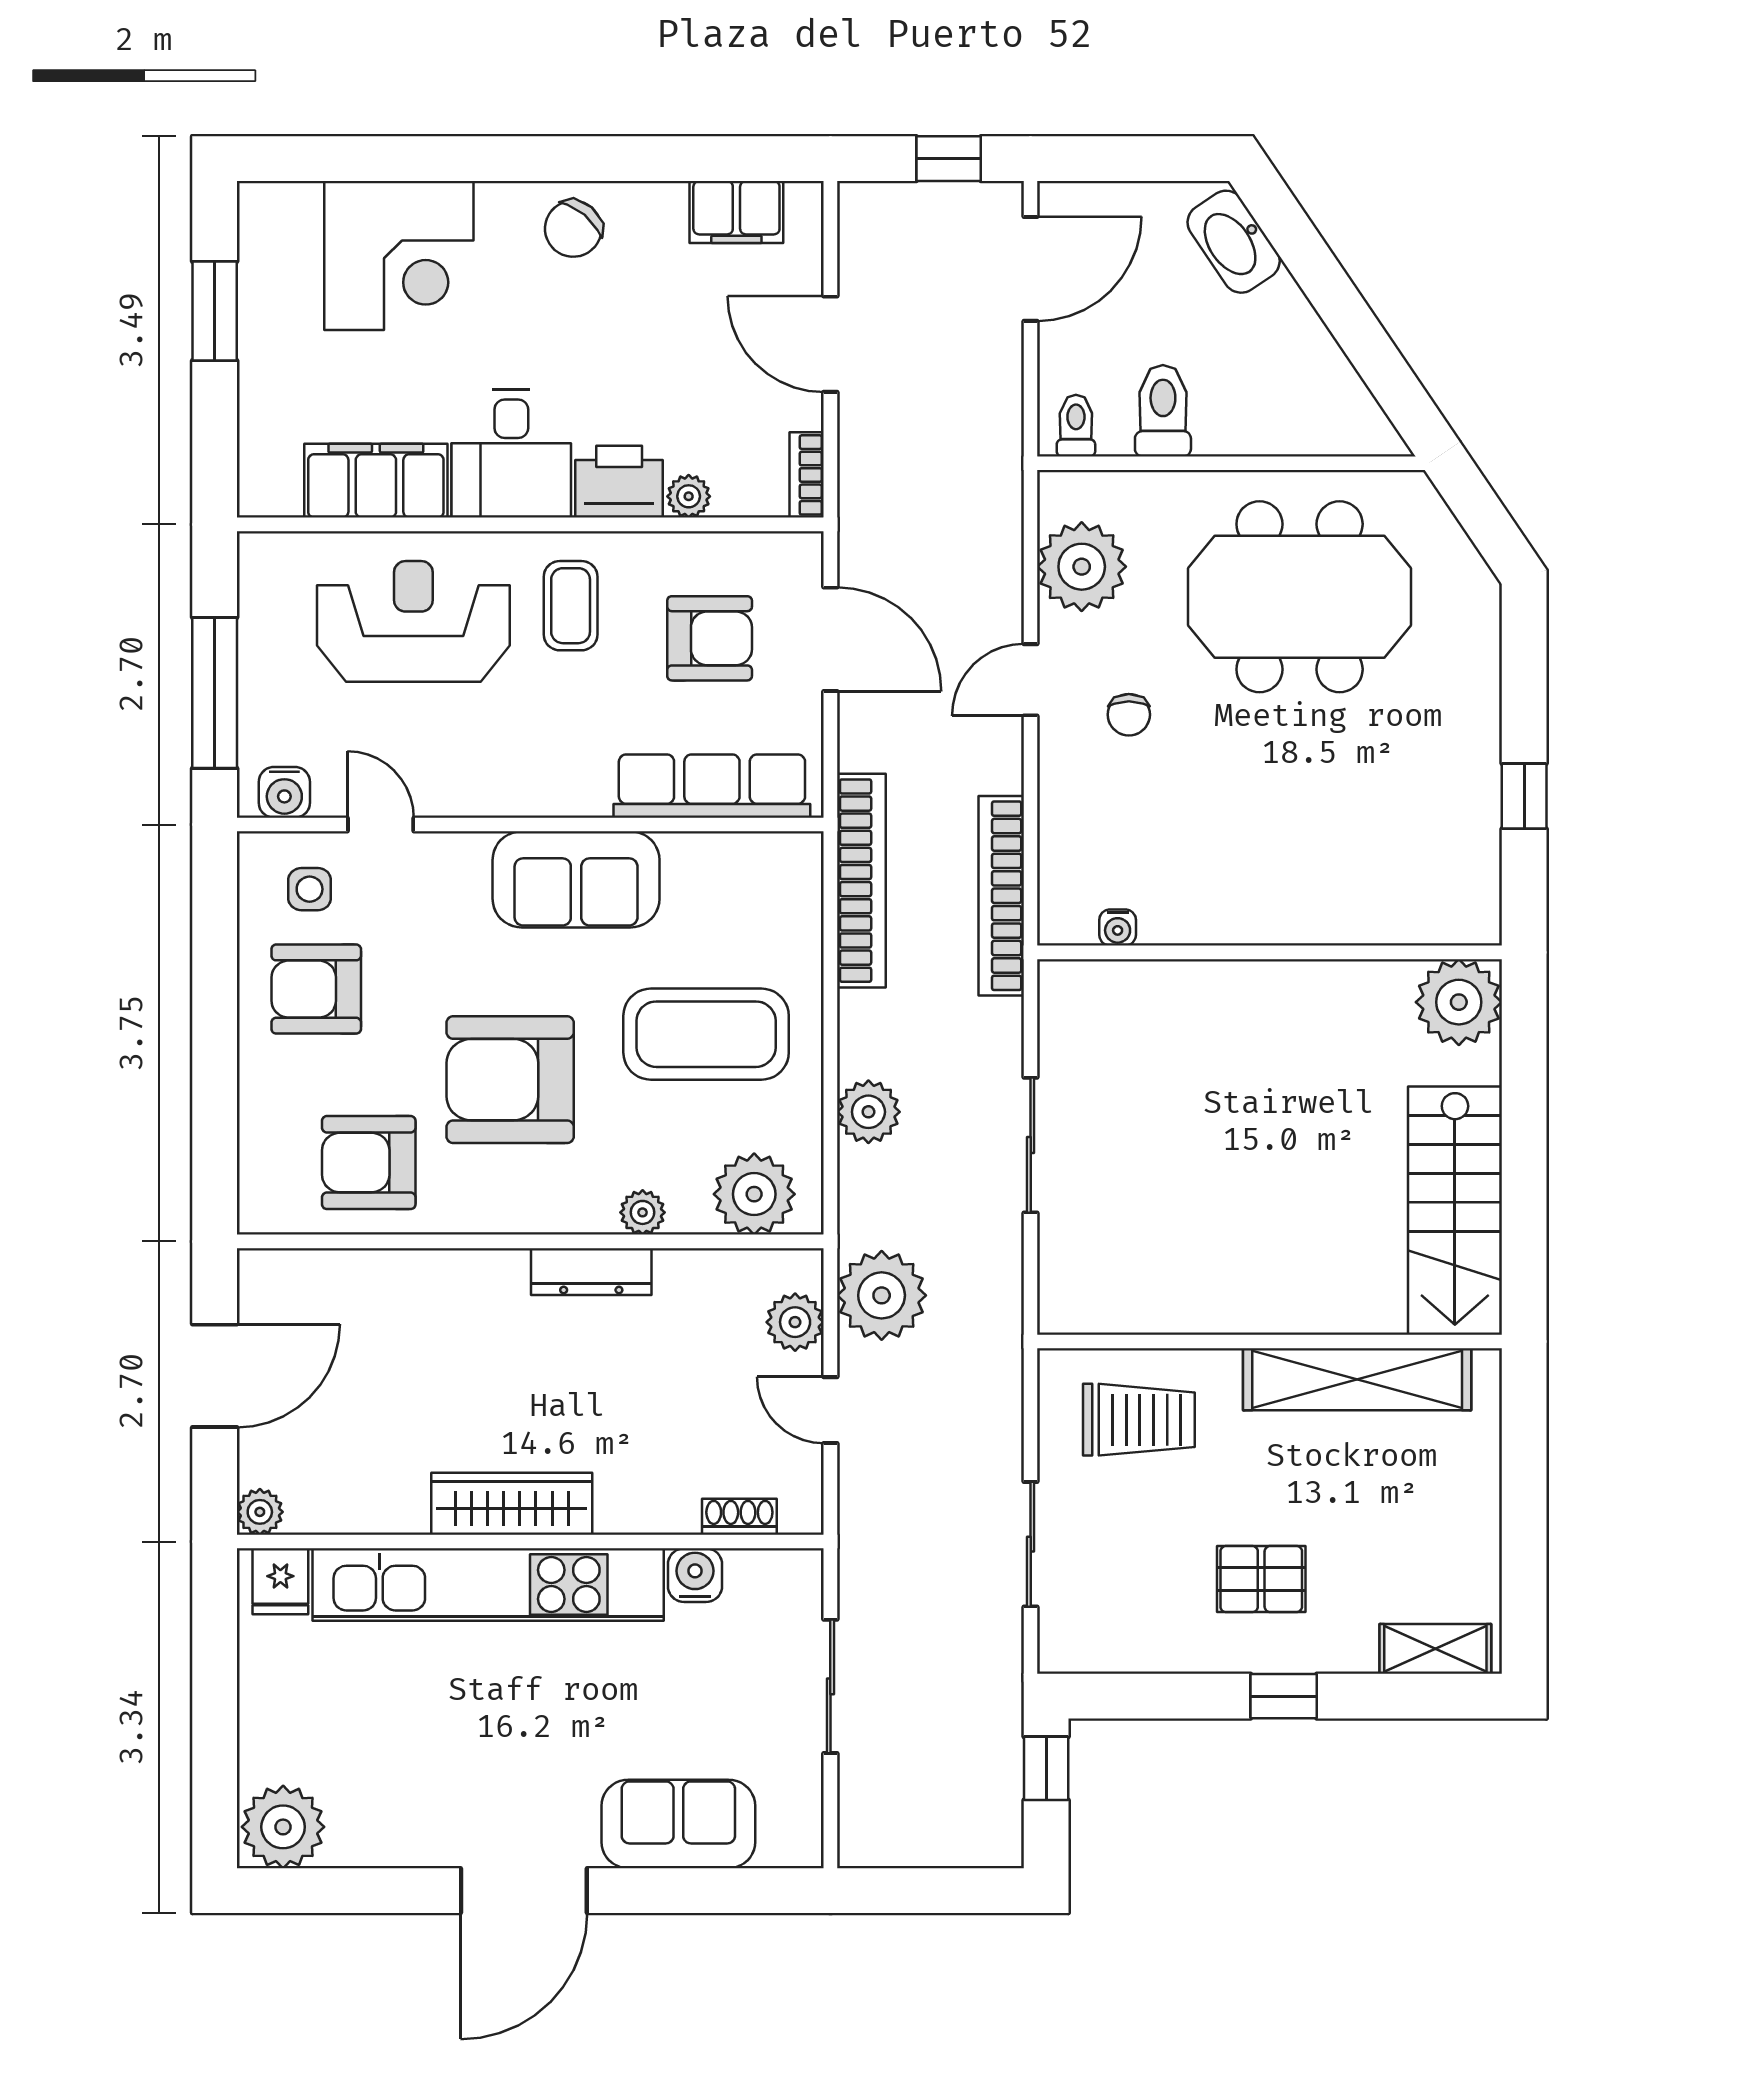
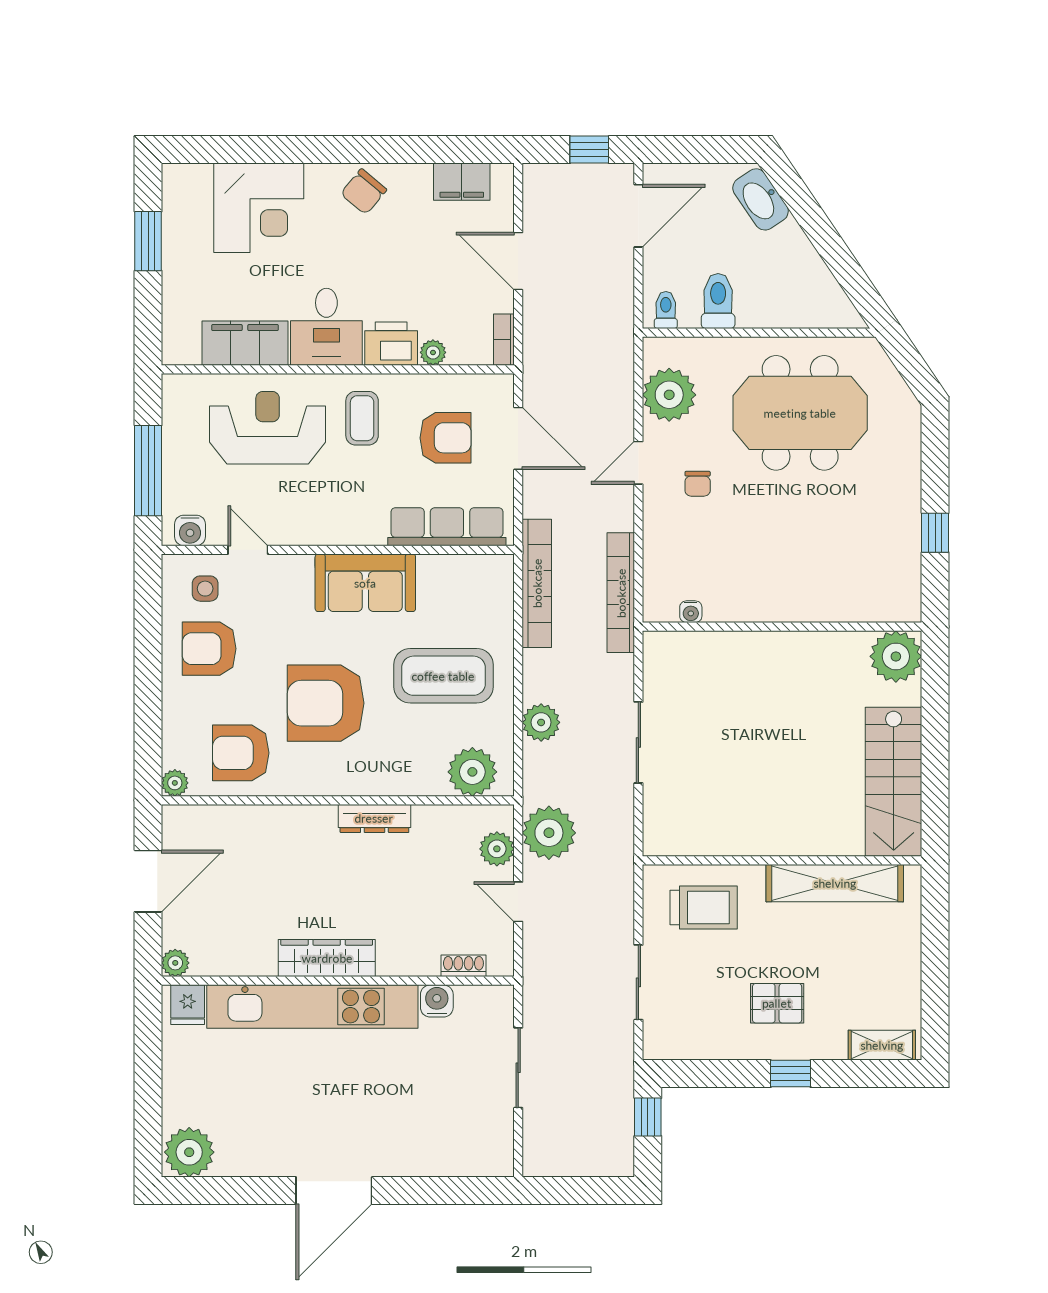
plant: (643, 1212) -> (175, 783), moved
sofa: (678, 1824) -> (427, 1150), removed

